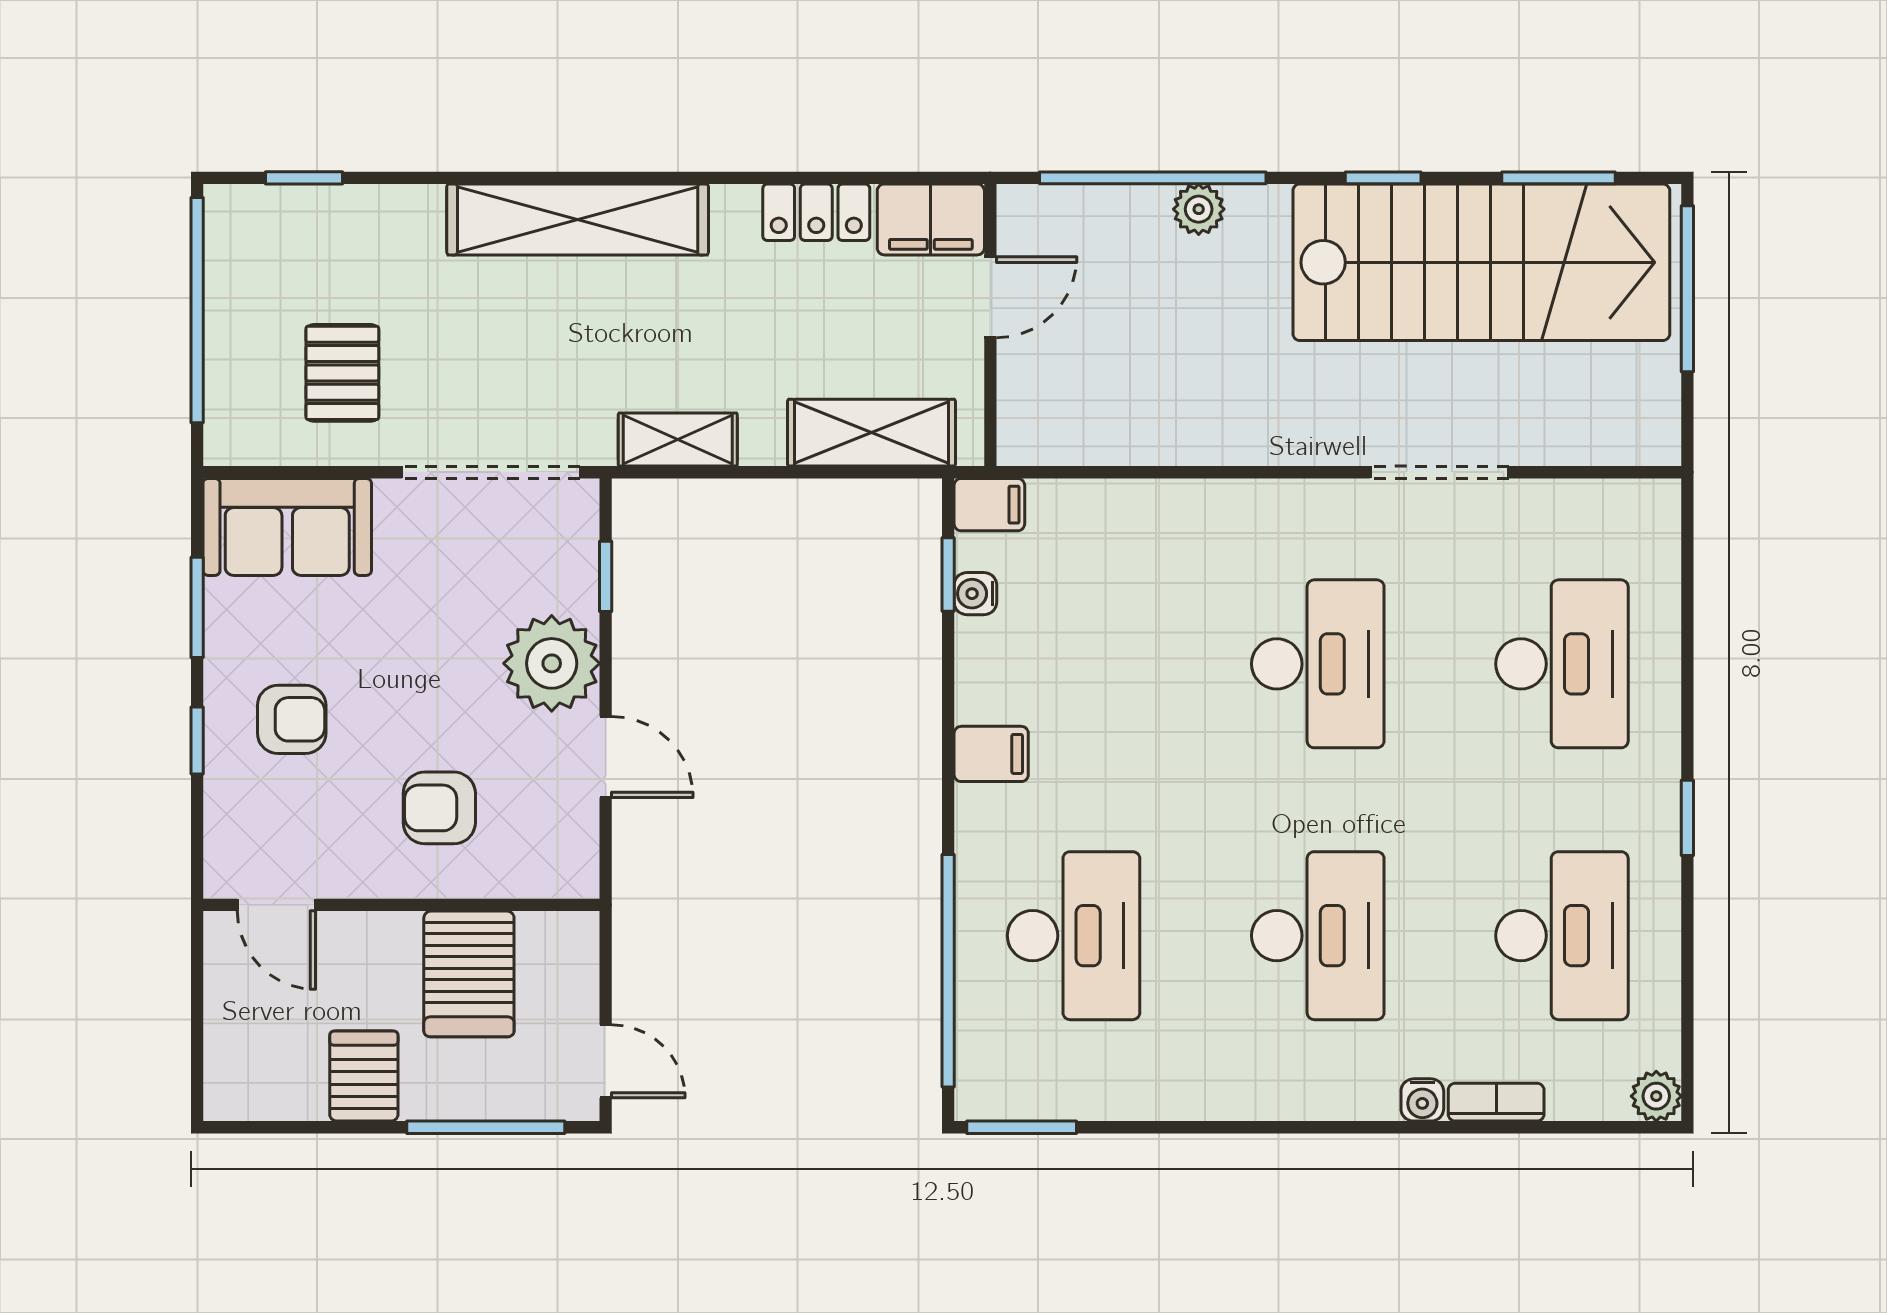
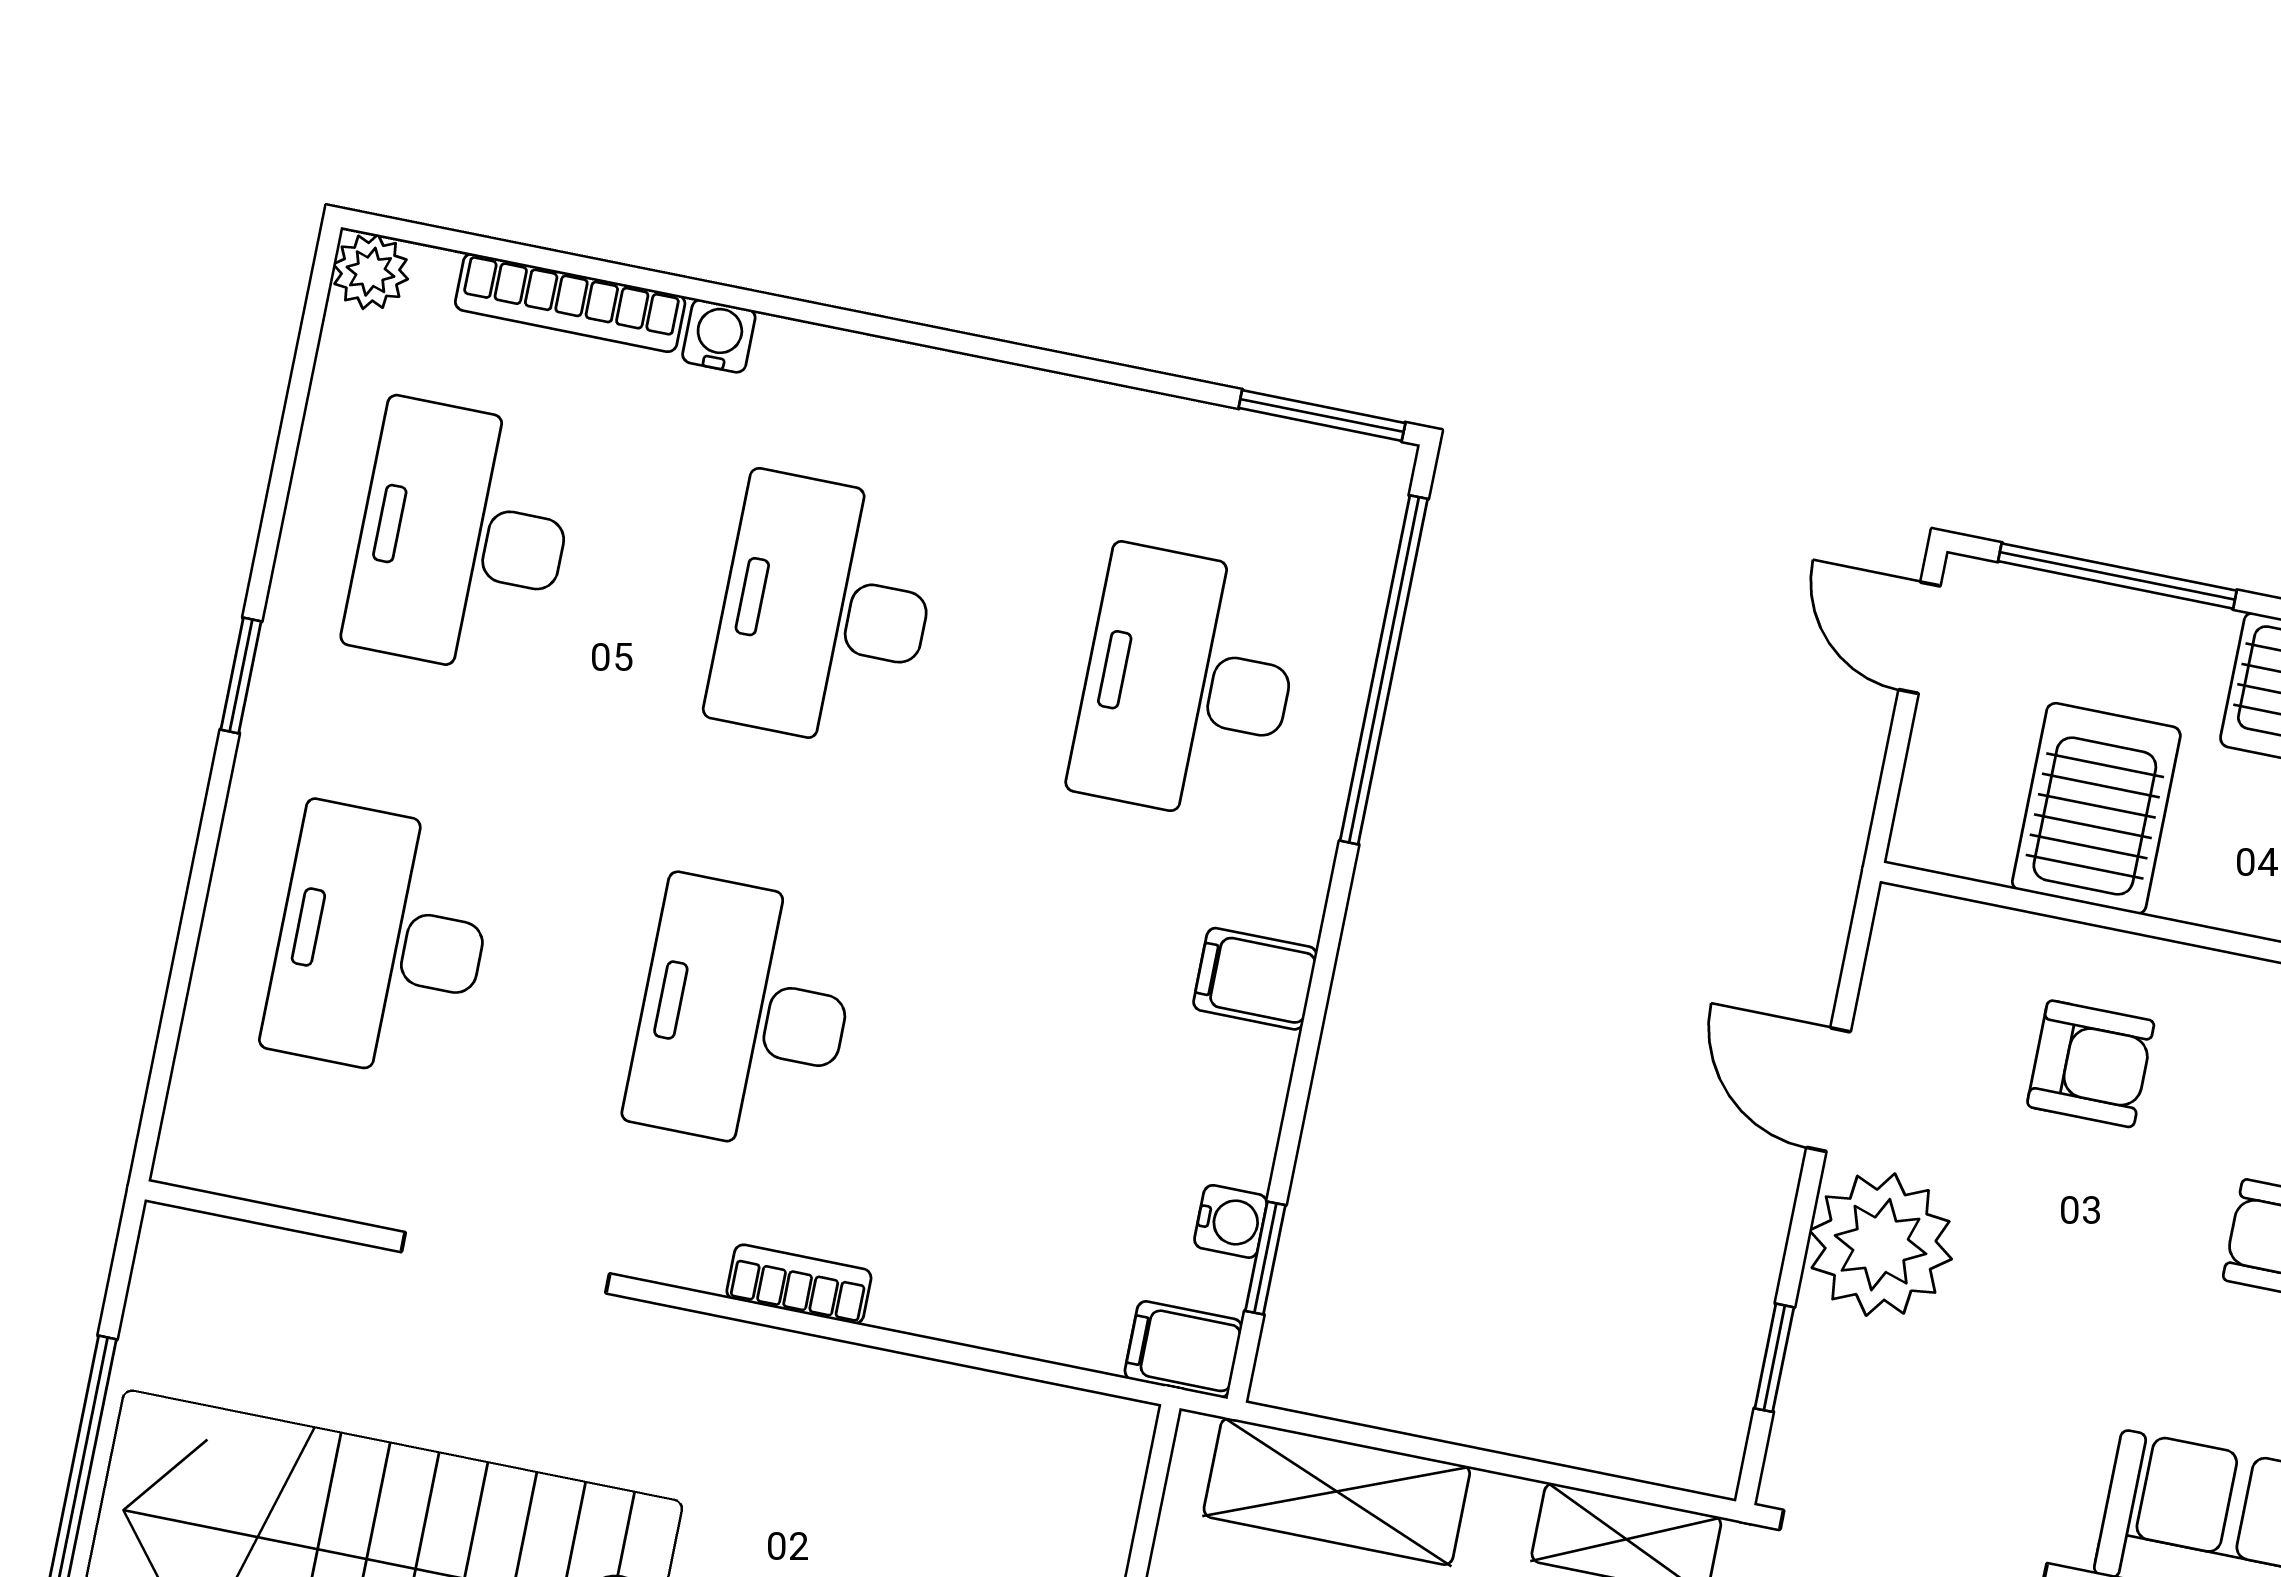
bookcase: (1247, 497) -> (799, 1284), added
bookcase: (1496, 1102) -> (570, 303), width x1.56

